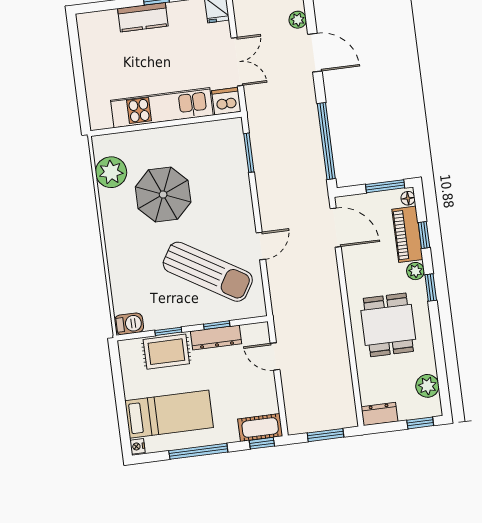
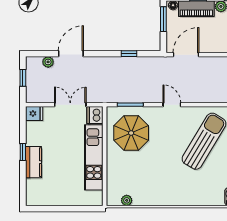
window: (326, 141) -> (129, 54), width x0.32
plant: (111, 172) -> (127, 200), width x0.53, depth x0.53
parasol: (163, 195) -> (131, 133), moved
door: (261, 246) -> (172, 105), moved

